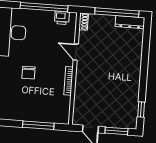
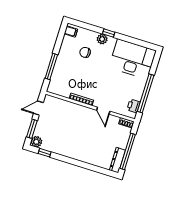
door: (76, 52) -> (103, 111), swing flipped
chair: (28, 73) -> (85, 52), moved
plant: (130, 122) -> (36, 142), added

